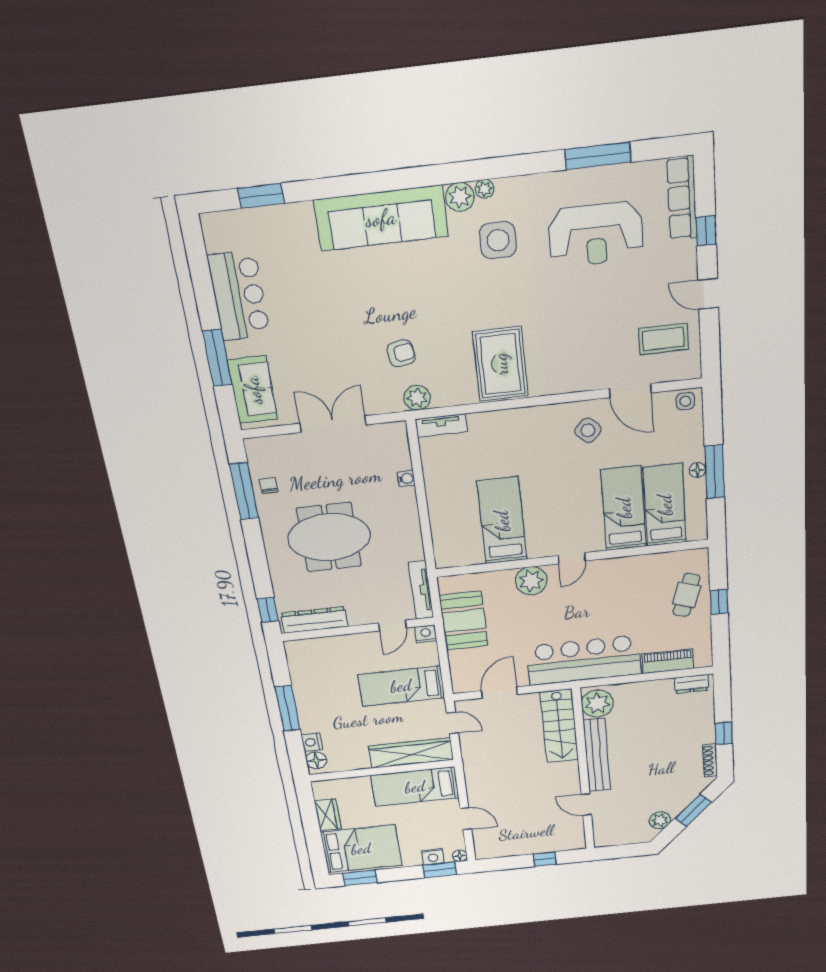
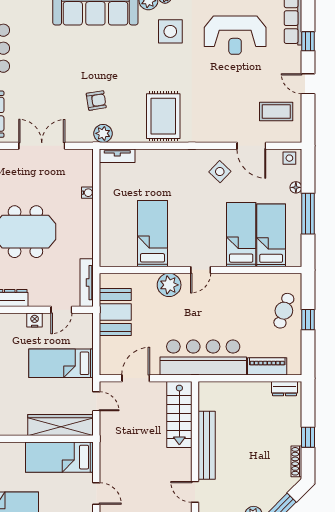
floor lamp: (697, 470) -> (296, 187), moved
nightstand: (426, 634) -> (35, 320), moved
plant: (597, 704) -> (211, 397), removed

